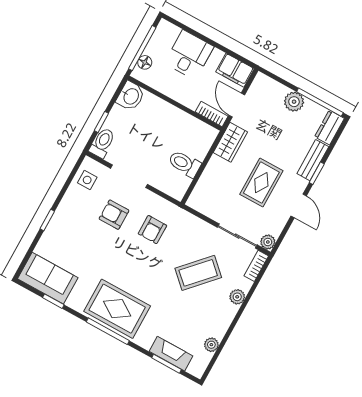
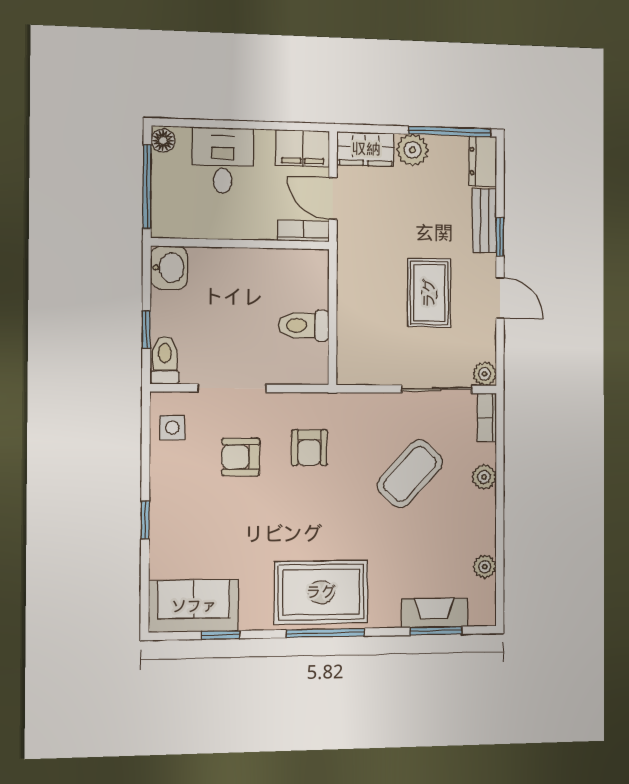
floor lamp: (145, 62) -> (163, 140), moved
wardrobe: (230, 142) -> (366, 149), moved, turned 90

